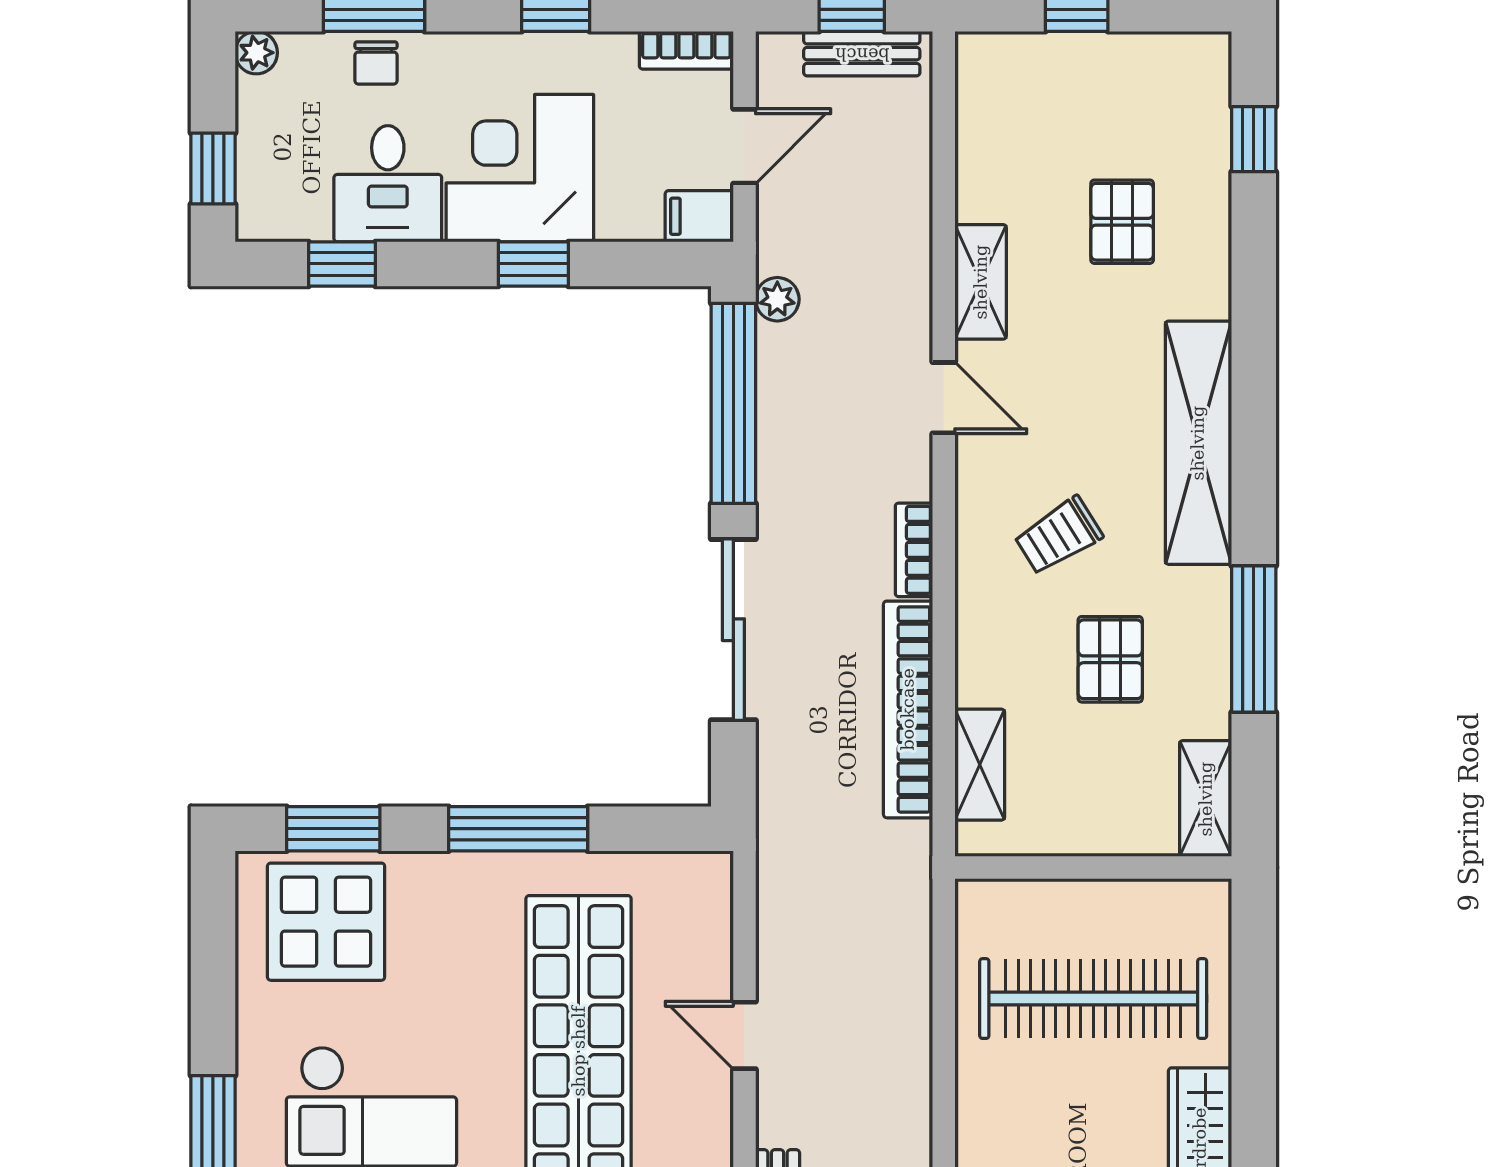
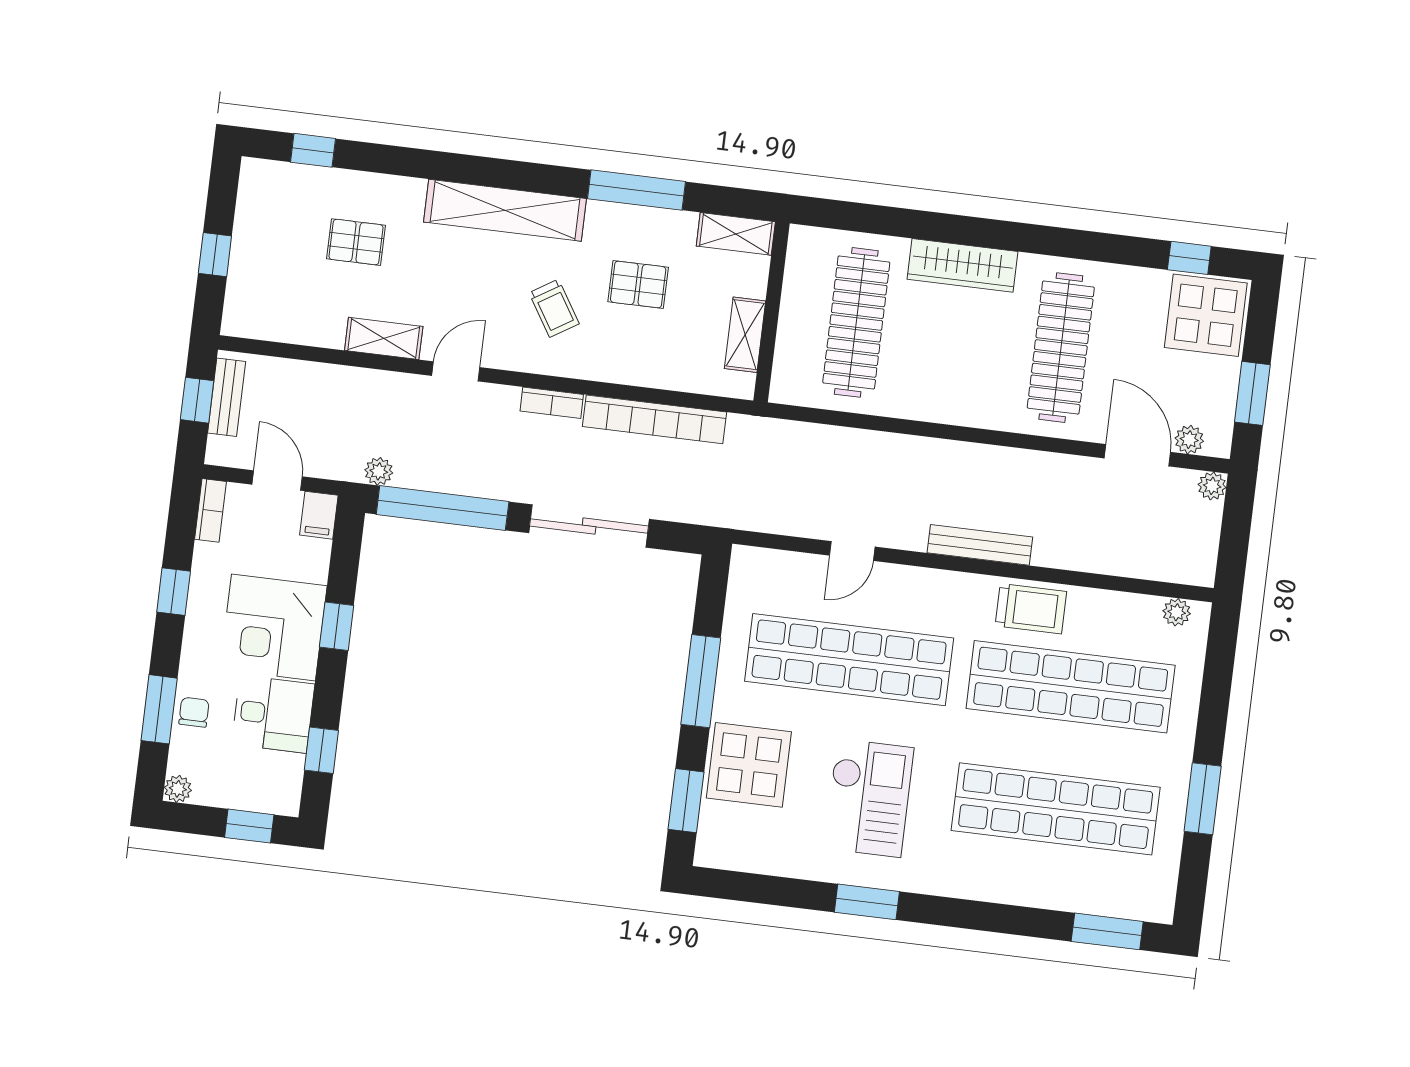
chair: (376, 63) -> (194, 712), turned -90
shelving: (980, 765) -> (745, 335), moved, turned 90
display table: (326, 922) -> (749, 765), moved

